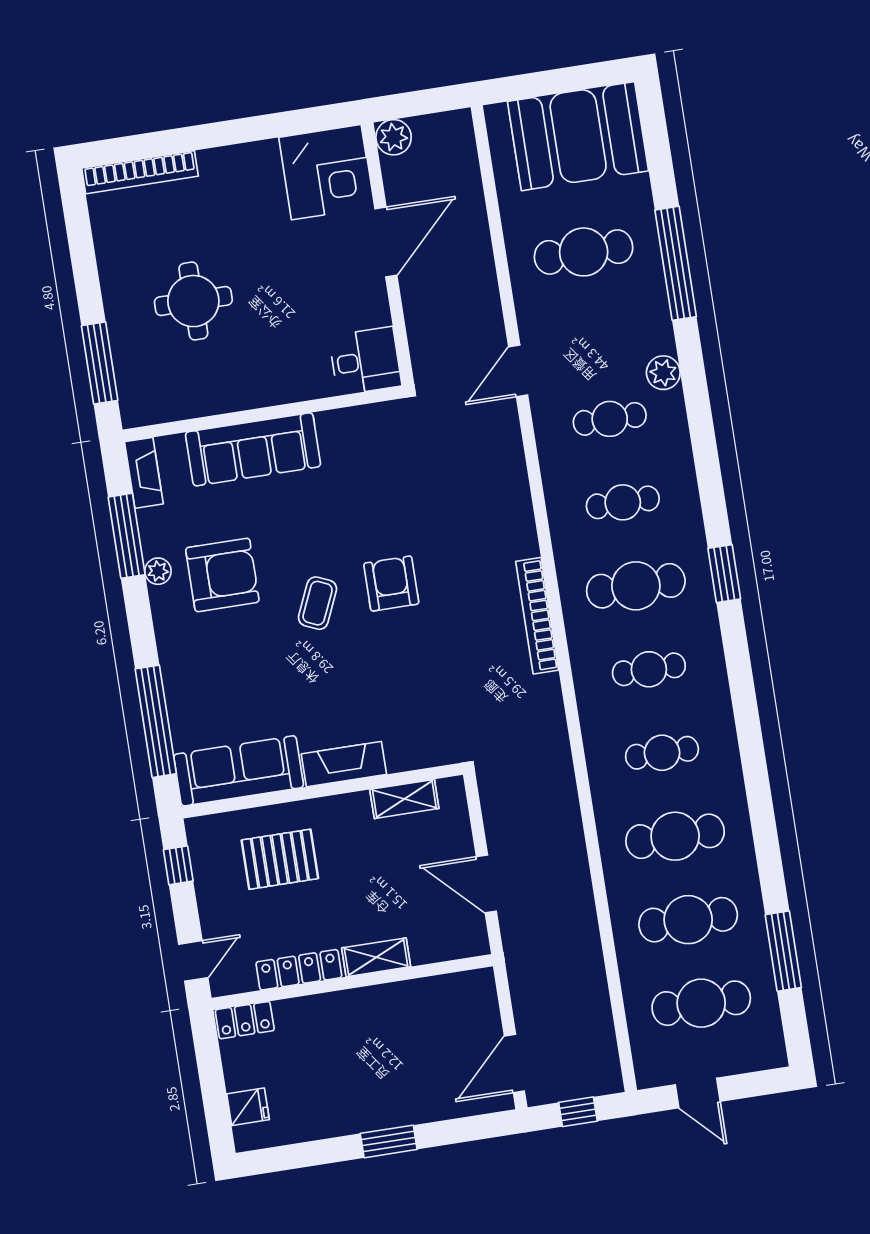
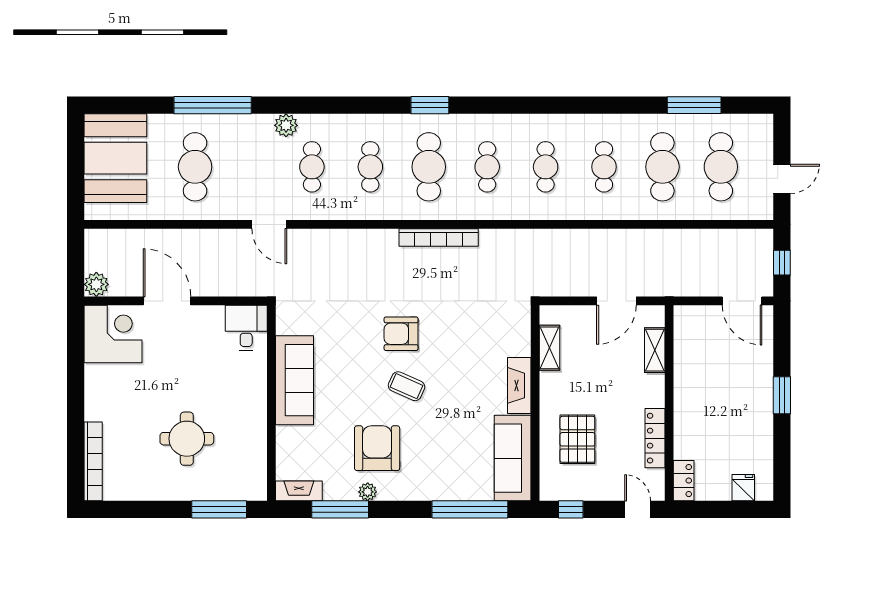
sofa: (253, 449) -> (295, 380), moved
cafe table: (675, 836) -> (604, 167), width x0.73, depth x0.74
shelving: (376, 957) -> (655, 350), moved

